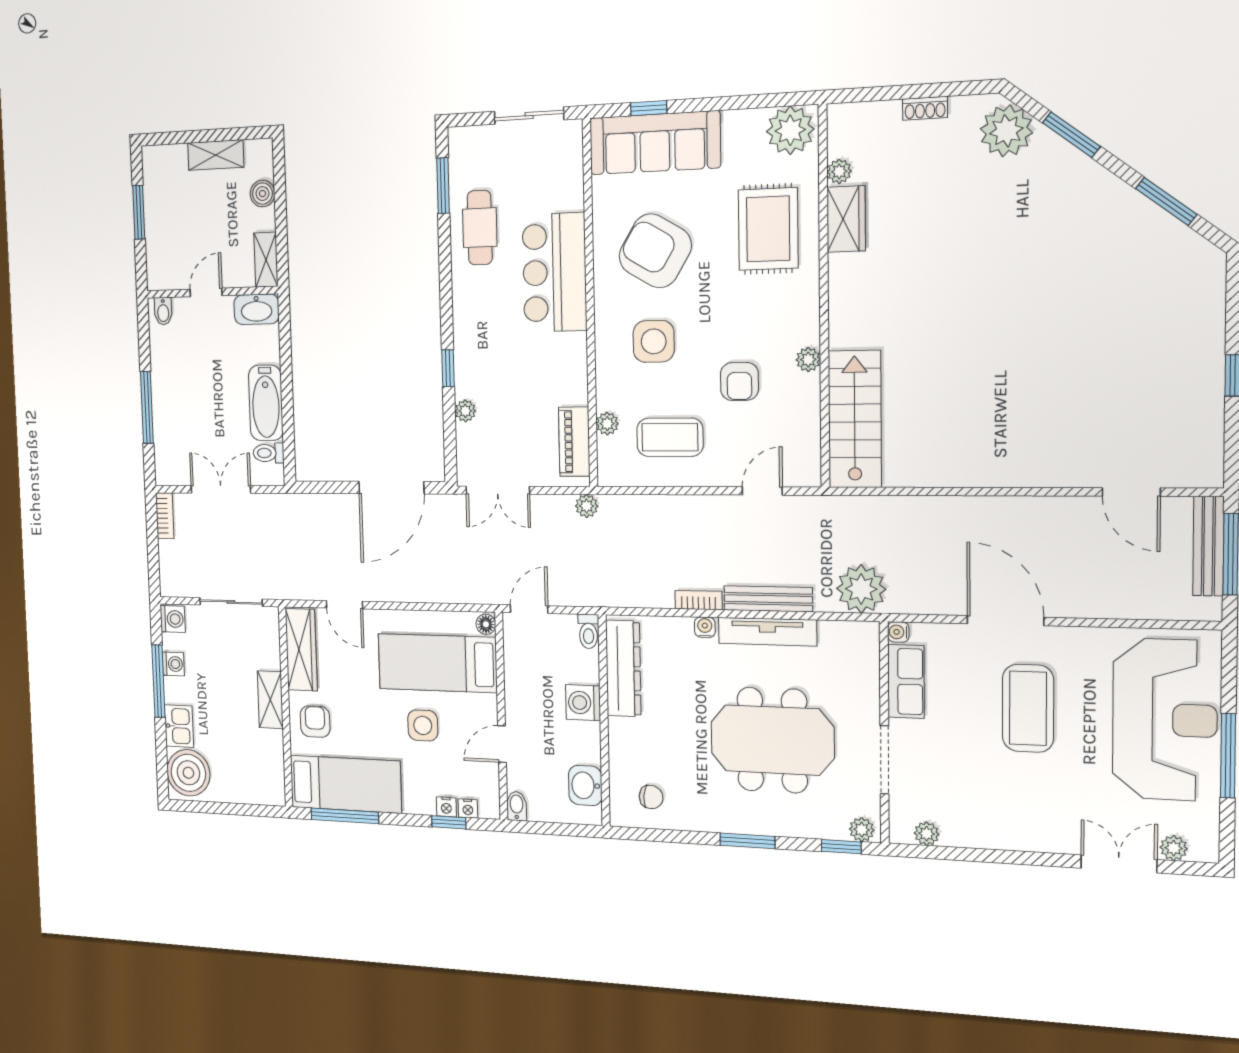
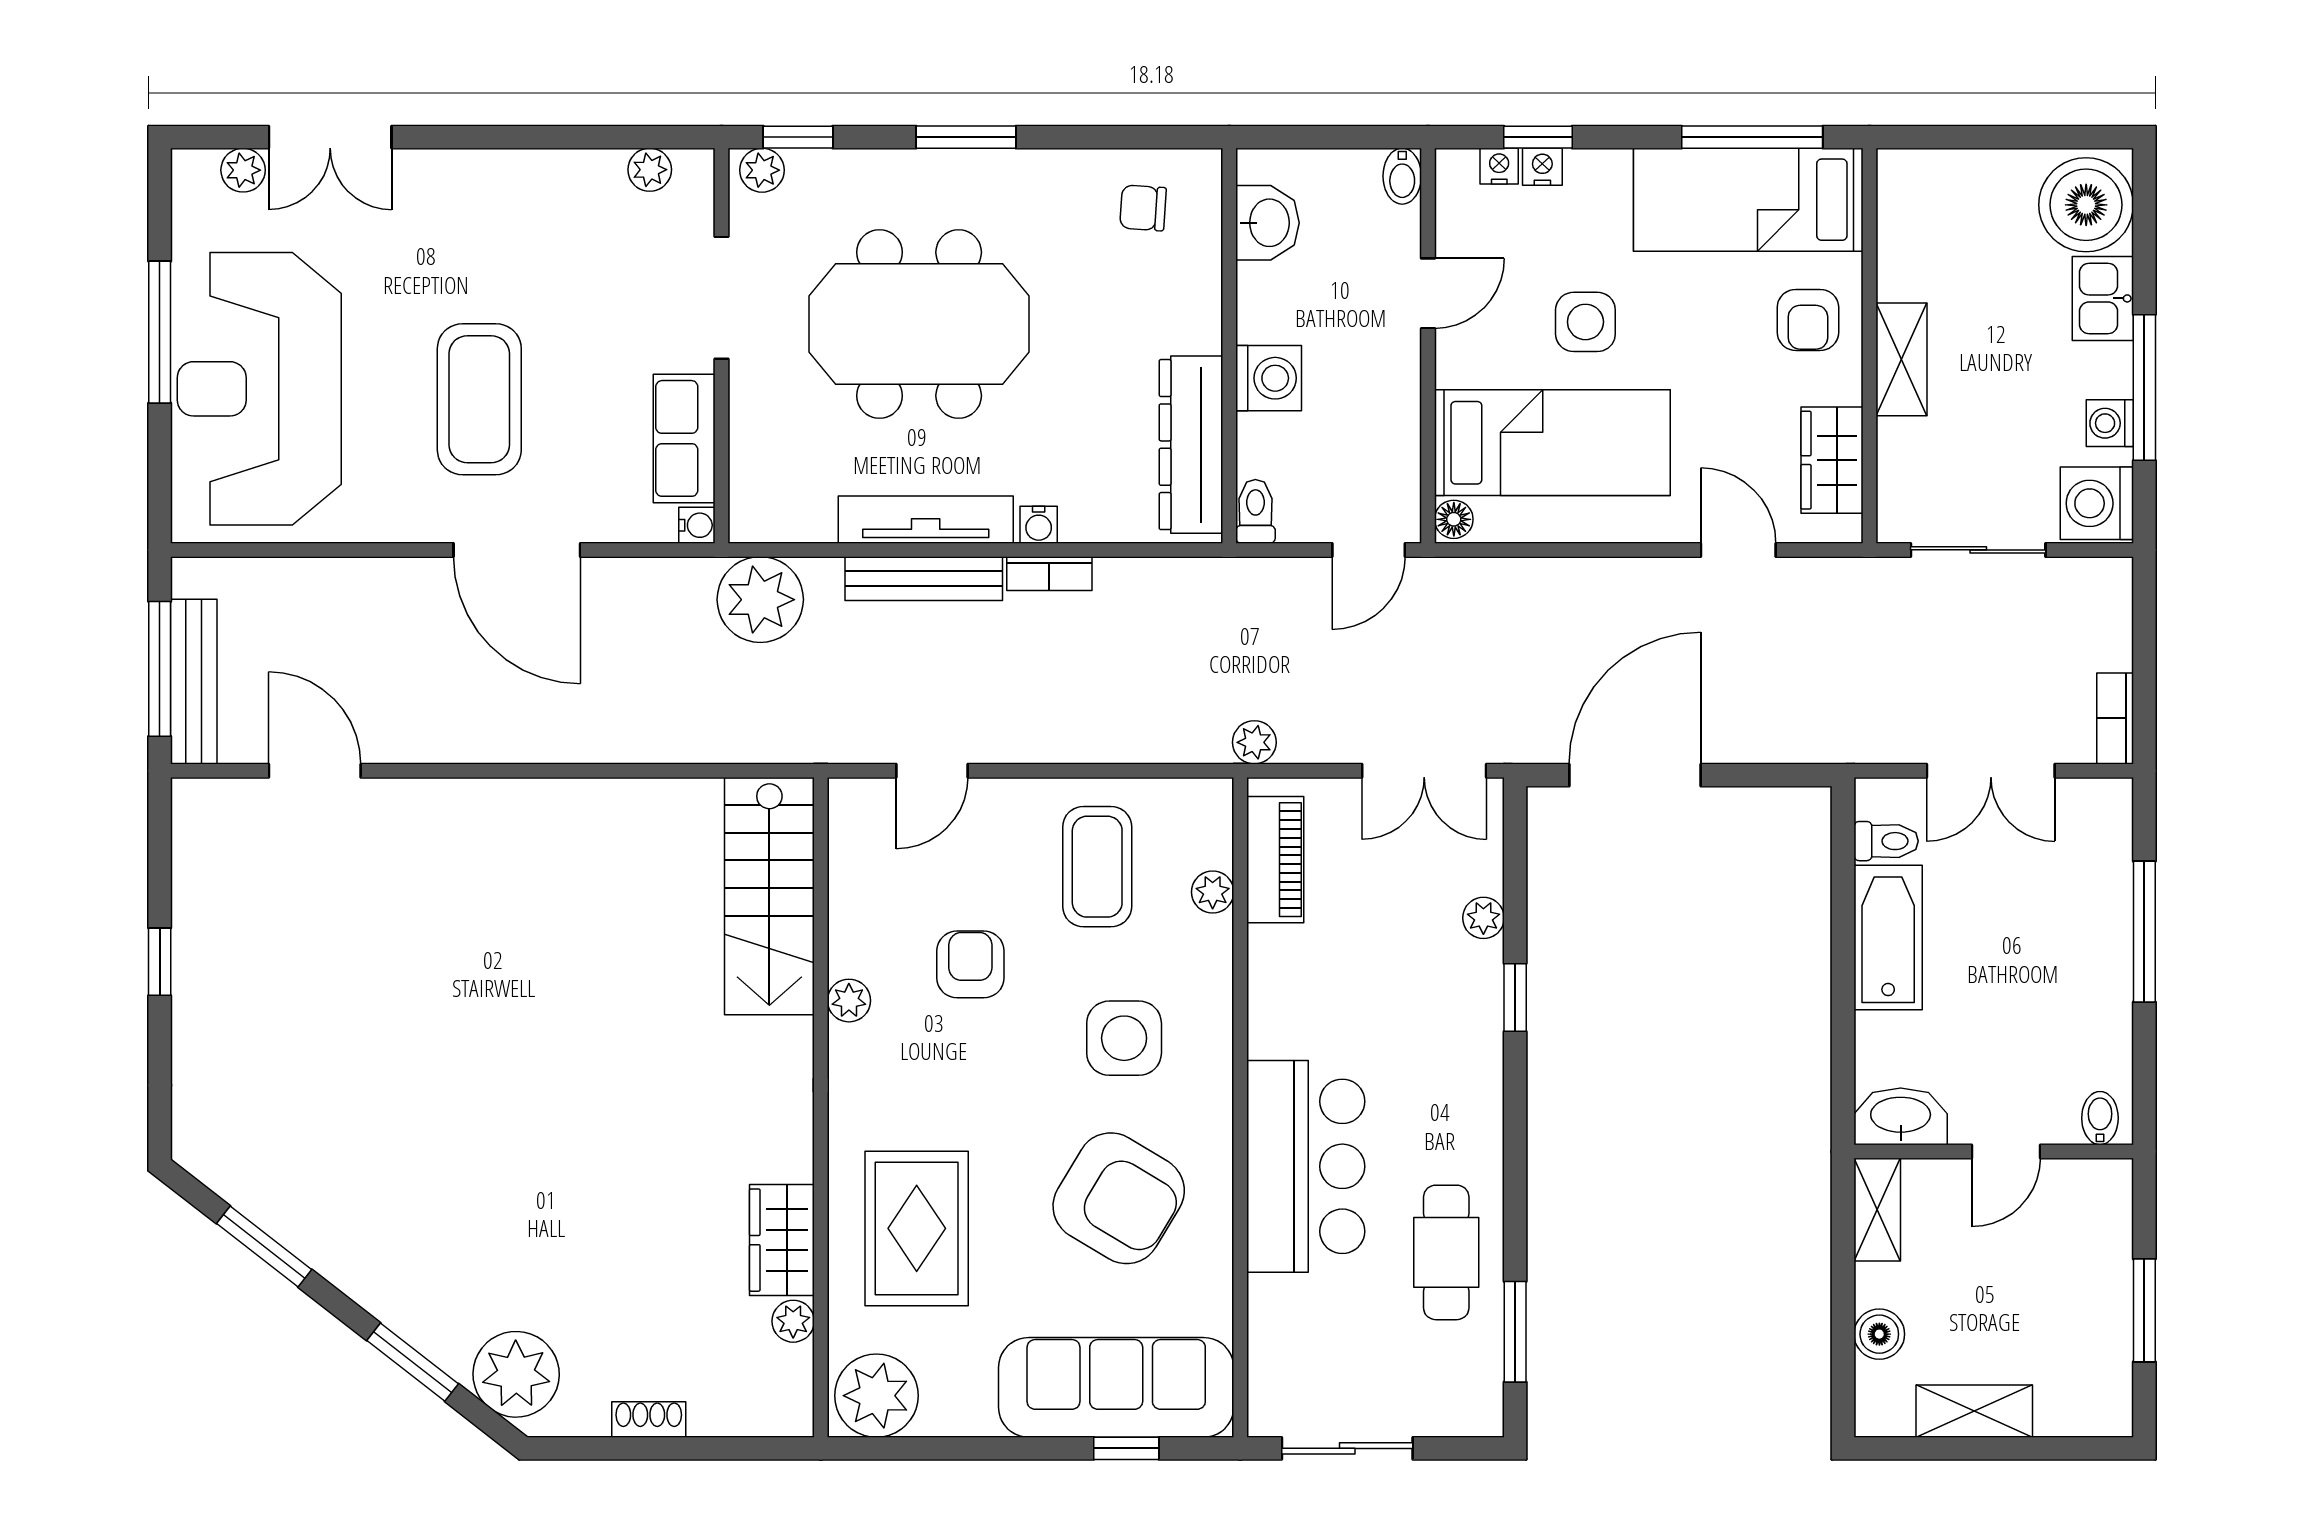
coffee table: (670, 437) -> (1097, 867), turned 90
double door: (498, 490) -> (1424, 771), swing flipped
washing machine: (173, 619) -> (2097, 503), width x1.38, depth x1.38
wardrobe: (301, 650) -> (1832, 460), width x0.67

